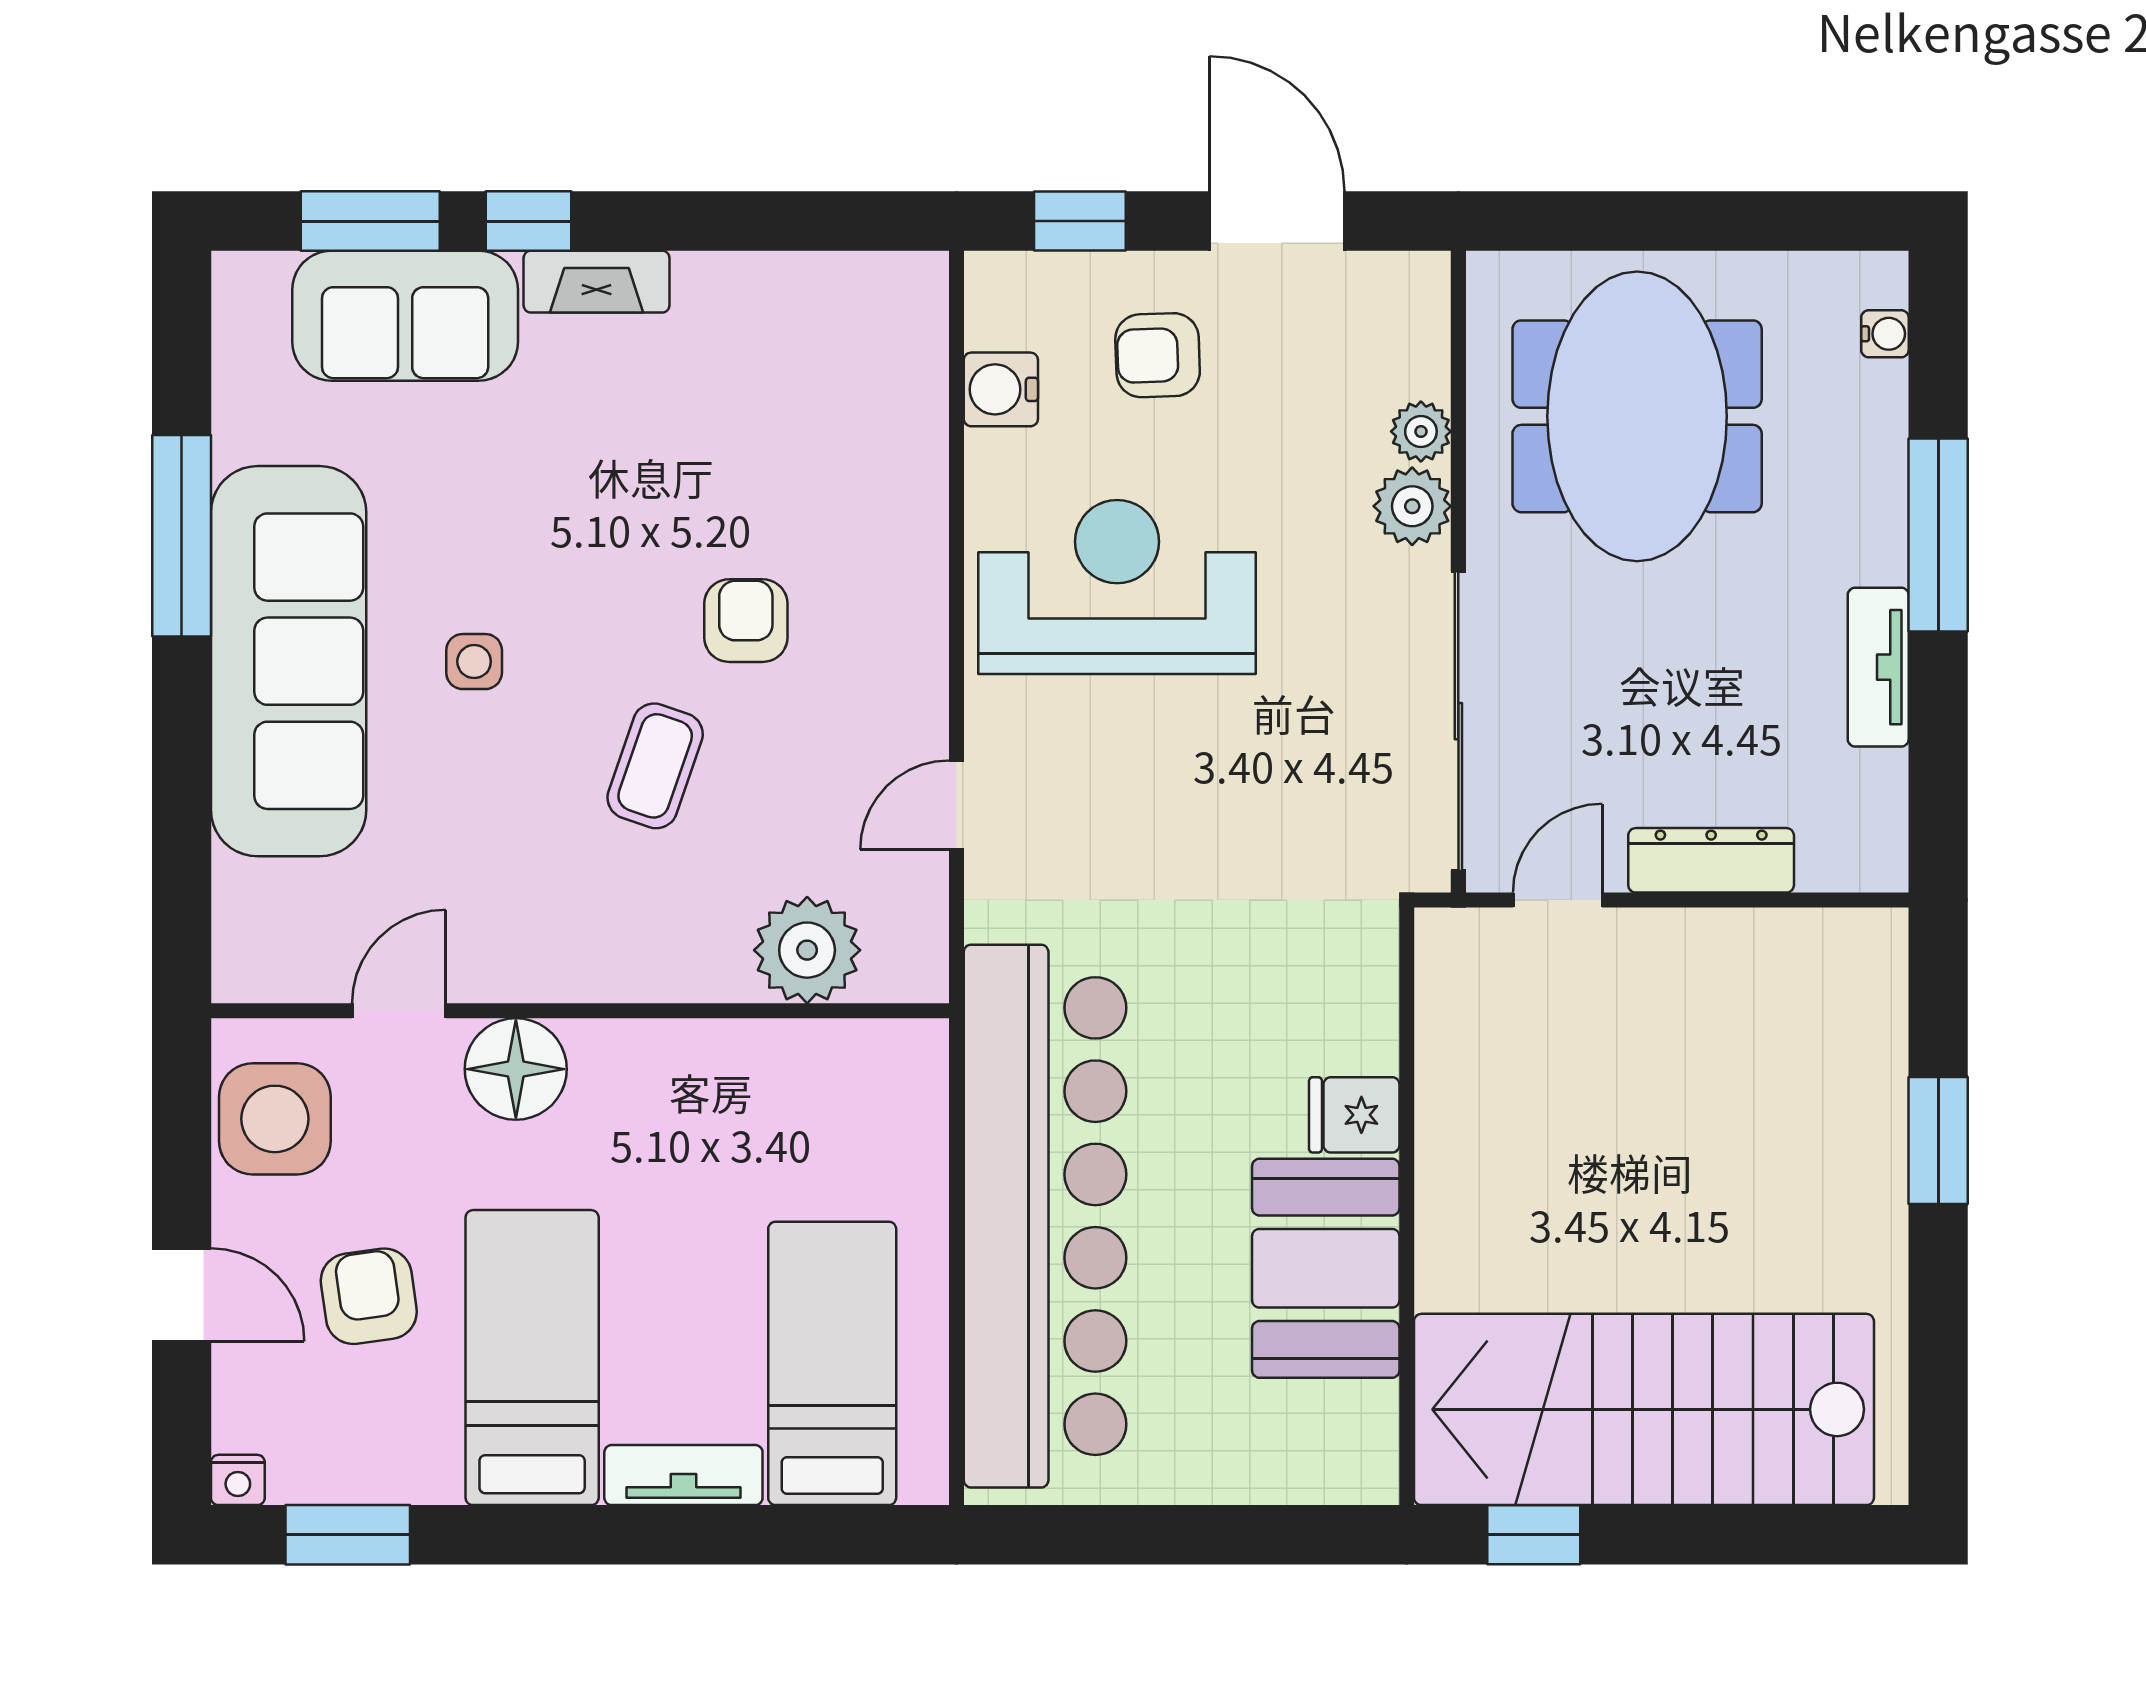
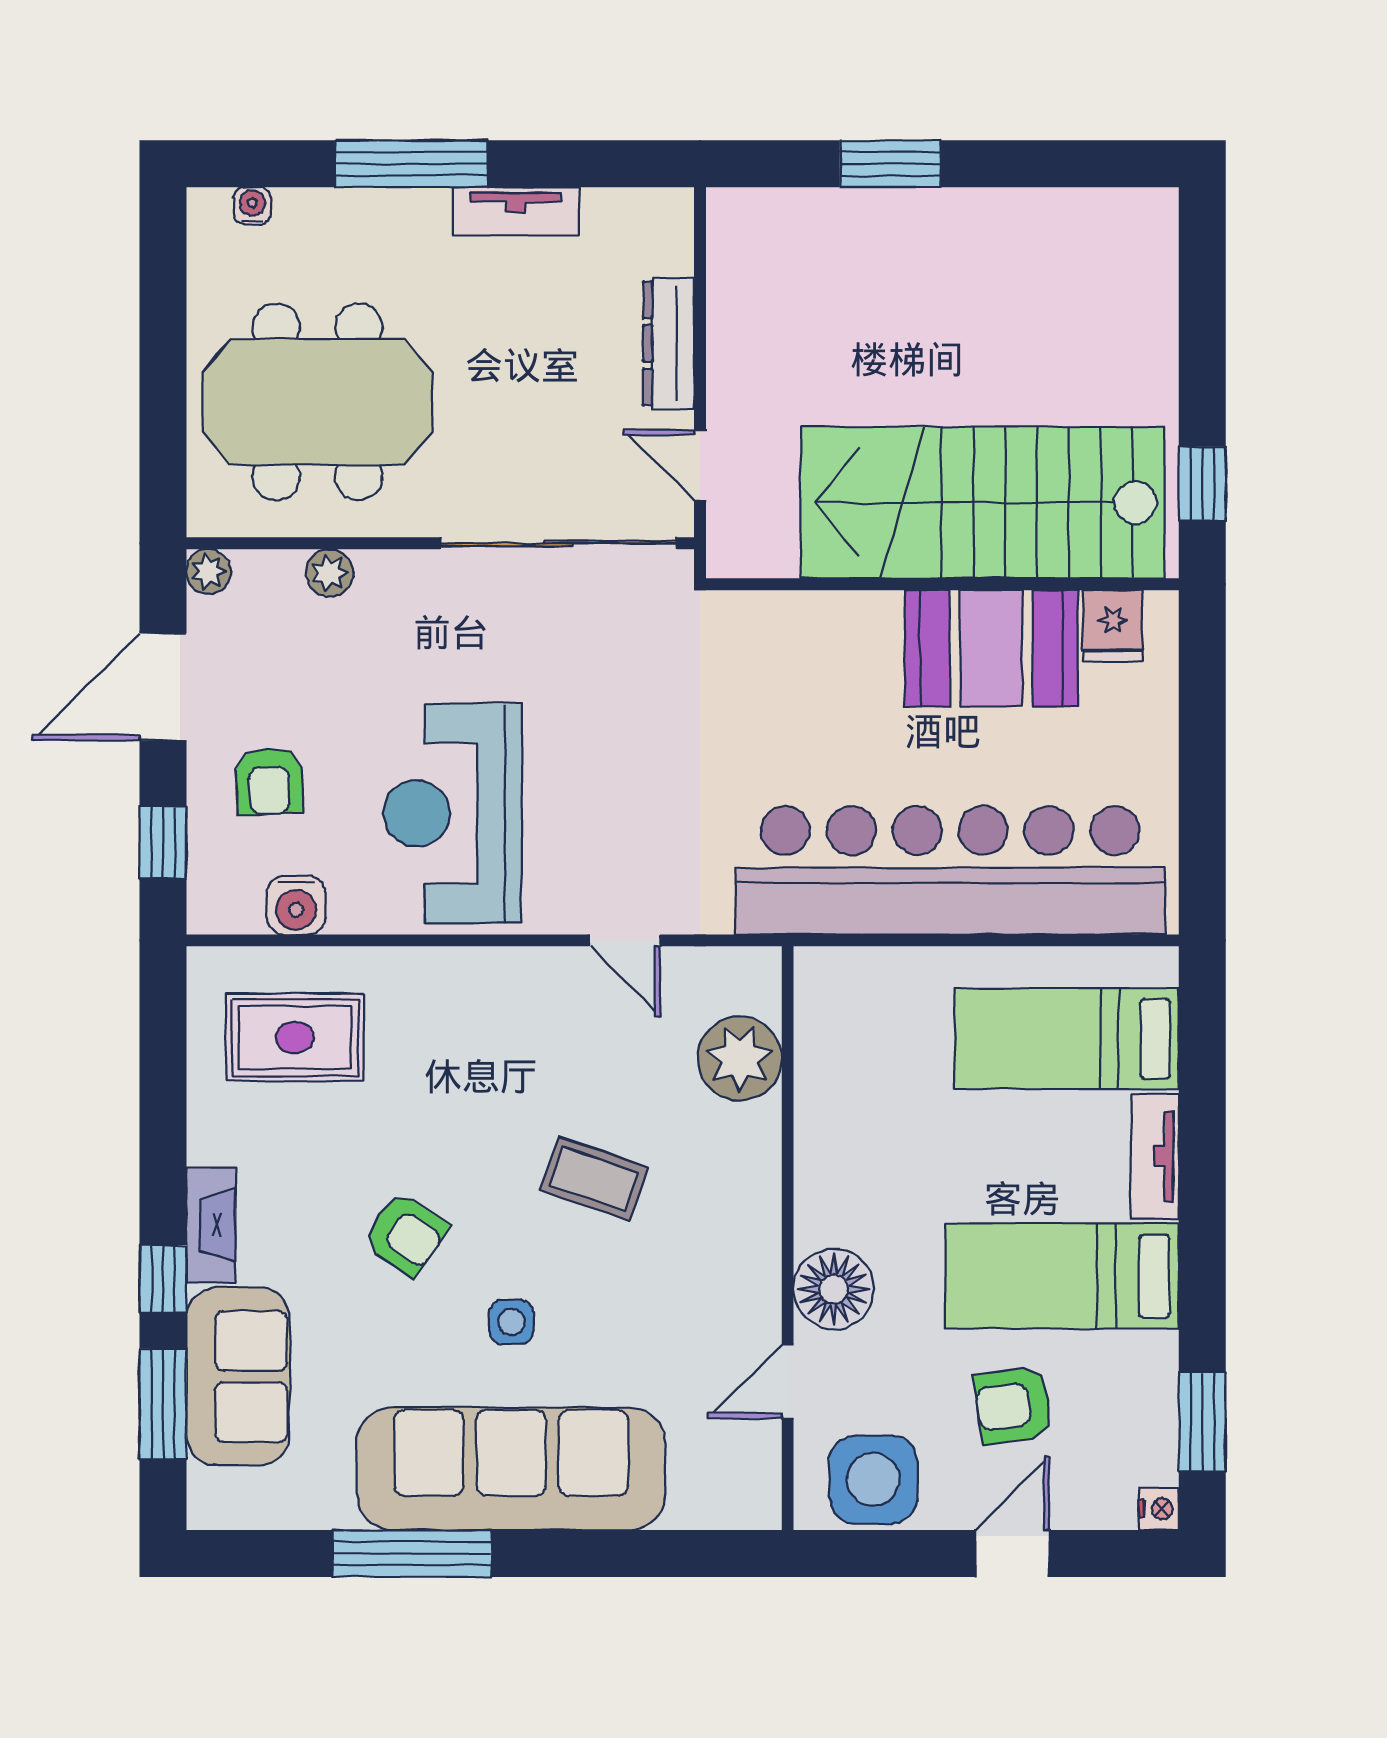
rug: (834, 388) -> (295, 1037), added
plant: (1412, 506) -> (209, 571), moved, width x0.73, depth x0.73
armchair: (746, 621) -> (406, 1234), moved, turned -145
door: (399, 1011) -> (788, 1381), hinge flipped
fridge: (1354, 1115) -> (1113, 626), moved
stairs: (1644, 1409) -> (983, 503), moved, turned 90

